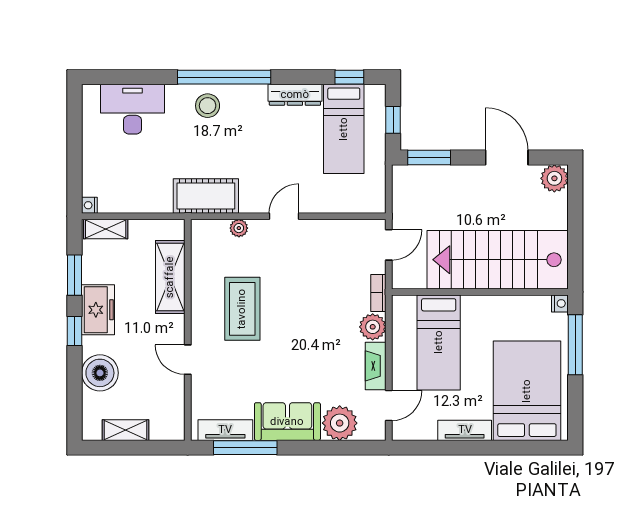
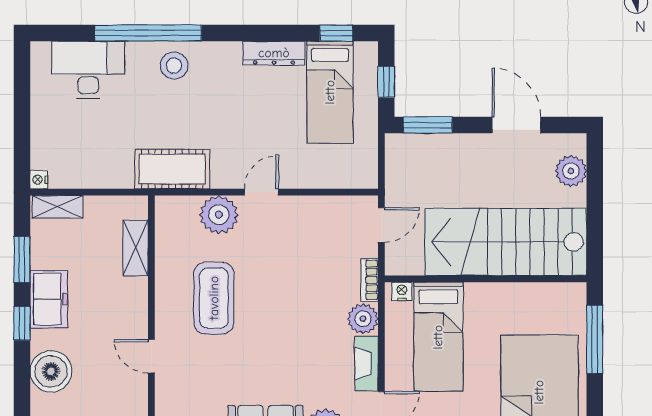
window: (224, 77) -> (148, 33), moved
plant: (554, 178) -> (571, 171), moved
plant: (239, 228) -> (219, 215), width x1.88, depth x1.88
shelving: (170, 277) -> (135, 248), width x0.67, depth x0.75
nightstand: (560, 303) -> (402, 291), moved, turned -90

